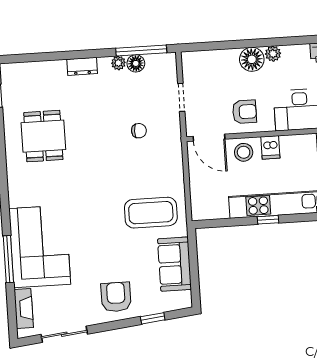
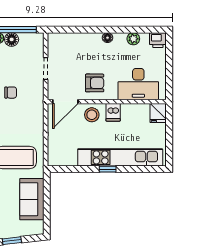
plant: (273, 54) -> (133, 39), moved
floor lamp: (252, 59) -> (107, 38), width x0.53, depth x0.53
door: (209, 138) -> (65, 102), hinge flipped

